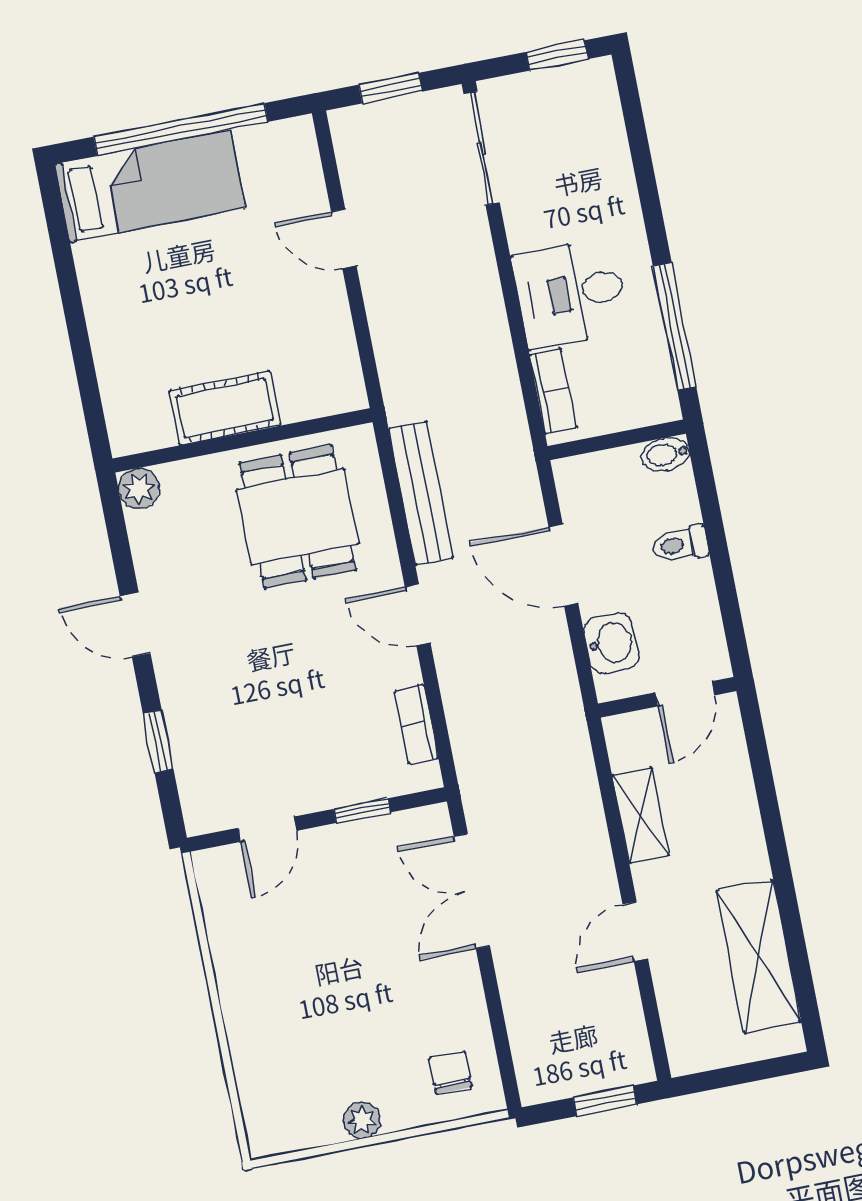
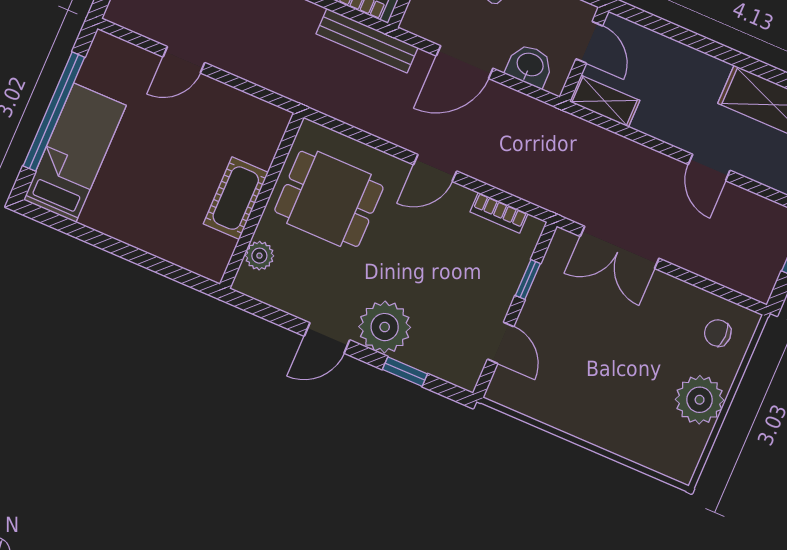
plant: (139, 489) -> (259, 256), moved
bench: (421, 493) -> (367, 41), moved
plant: (194, 683) -> (385, 327), added
shelving: (640, 815) -> (605, 101), moved
plant: (362, 1120) -> (700, 400), width x1.88, depth x1.88

